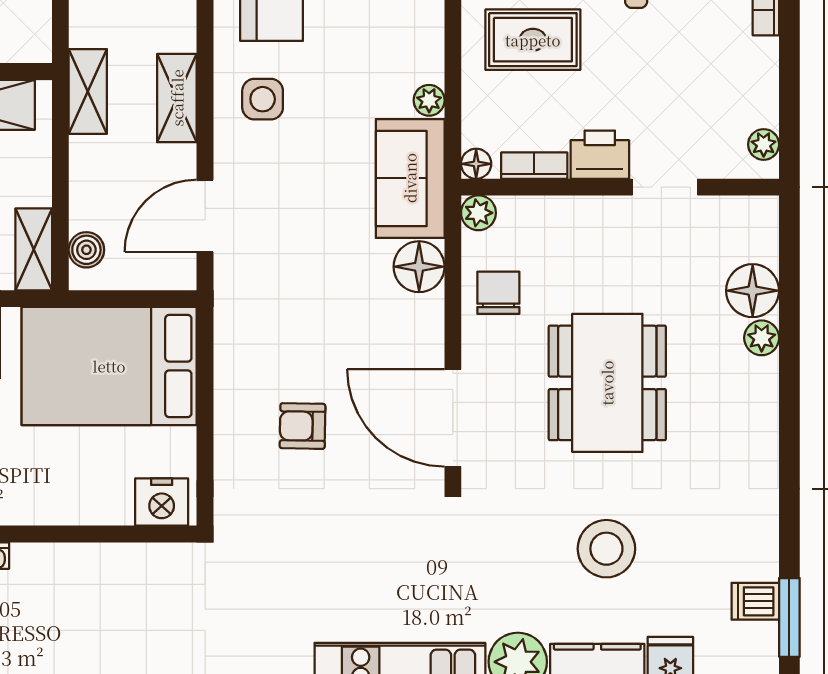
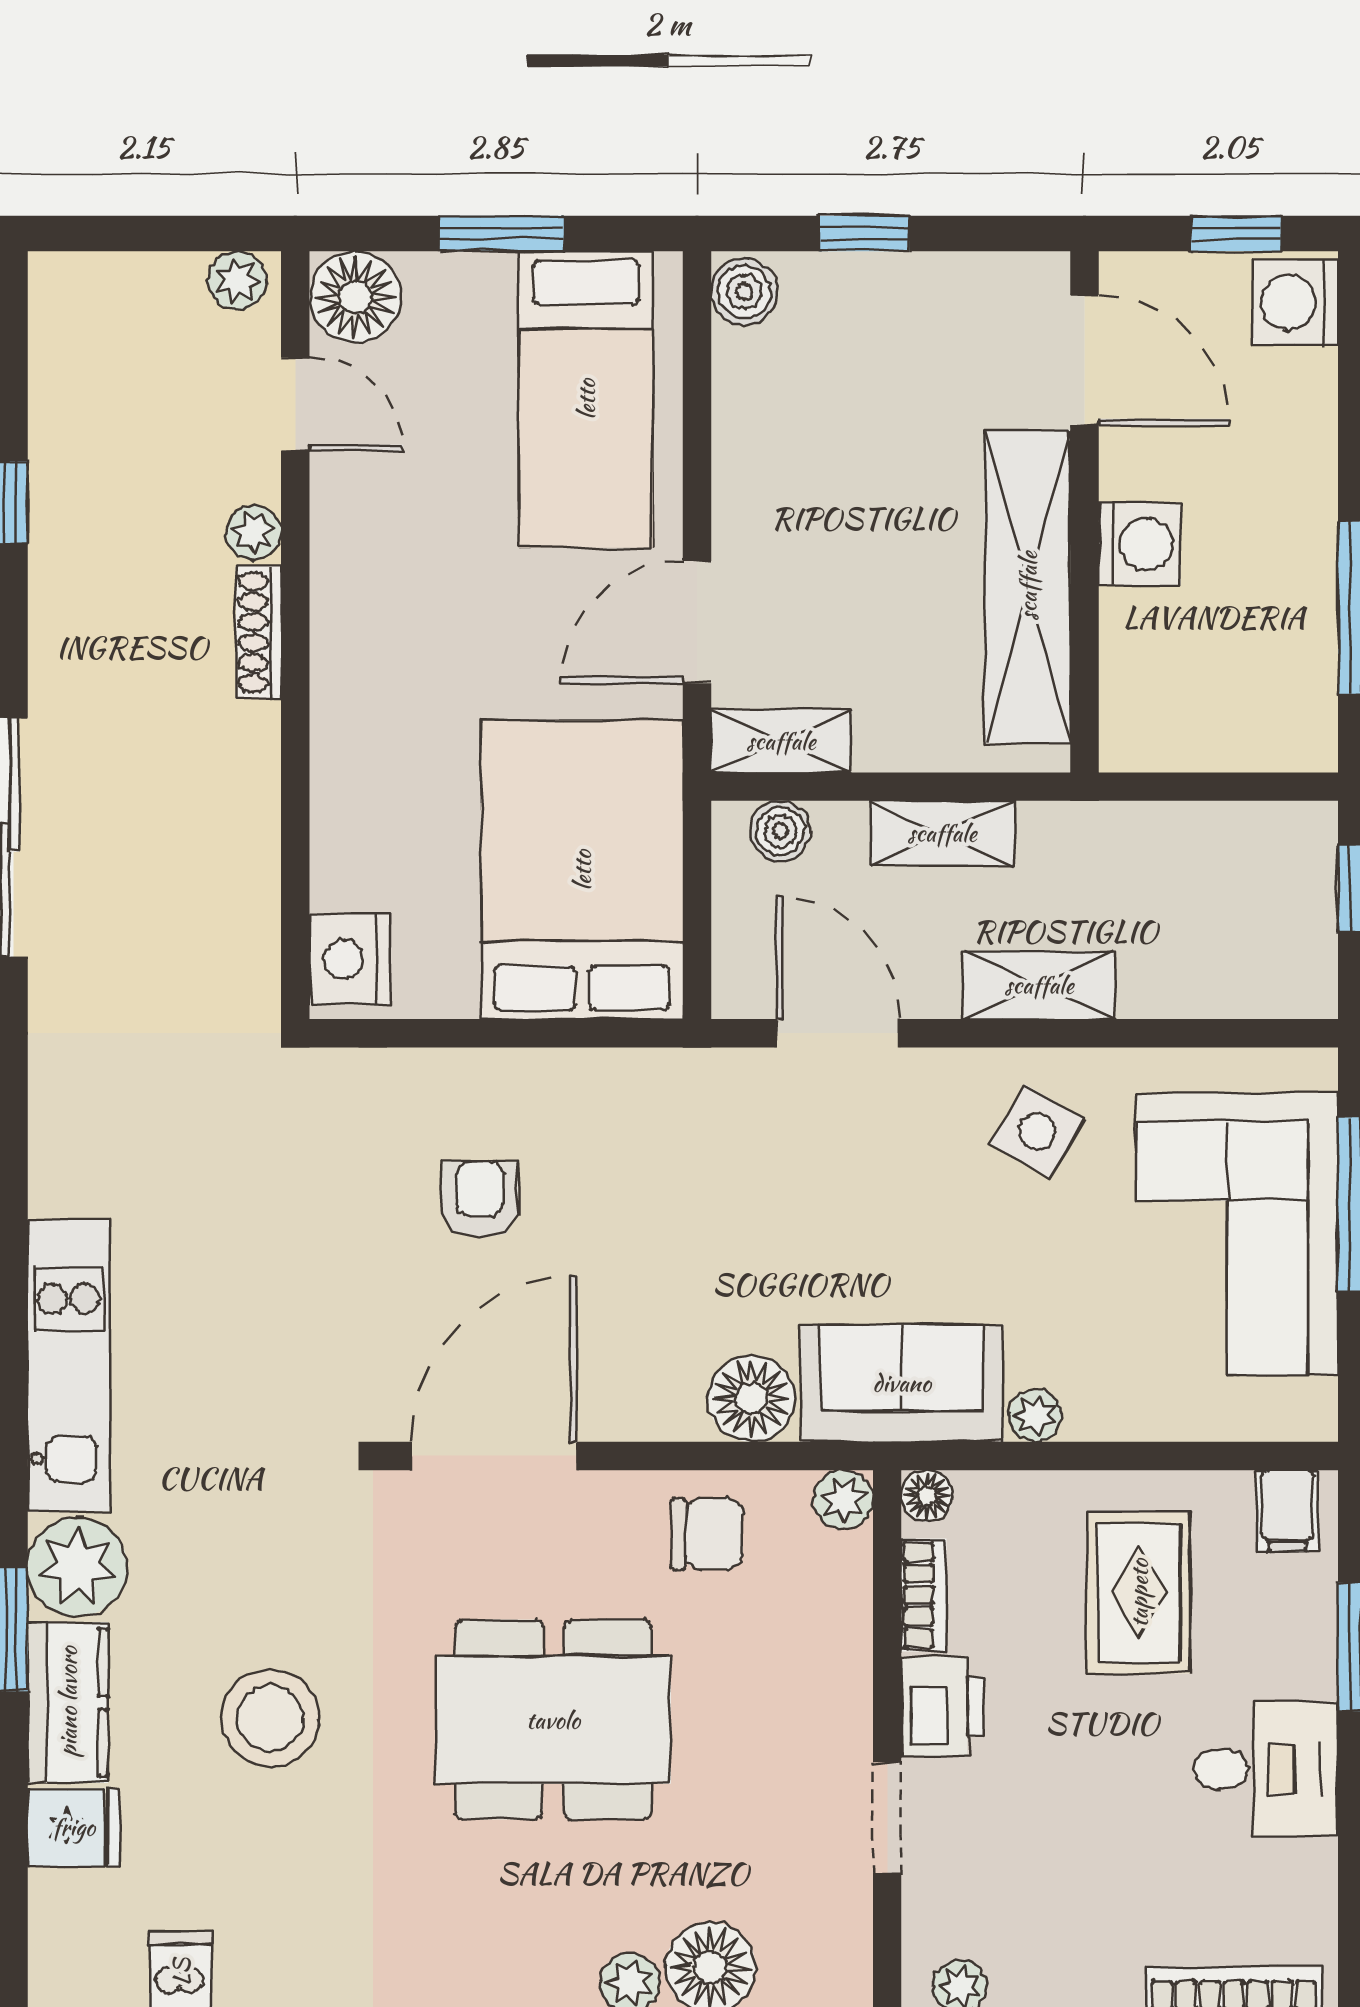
shelving: (88, 91) -> (942, 833), moved
side table: (263, 99) -> (1037, 1131), turned 30

